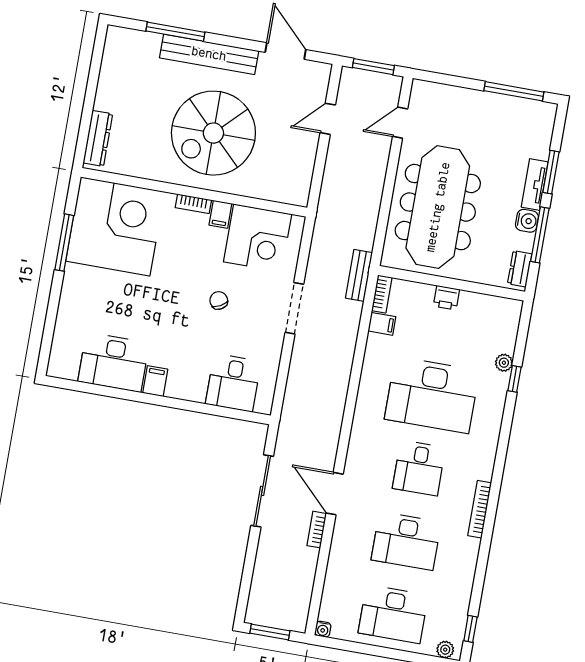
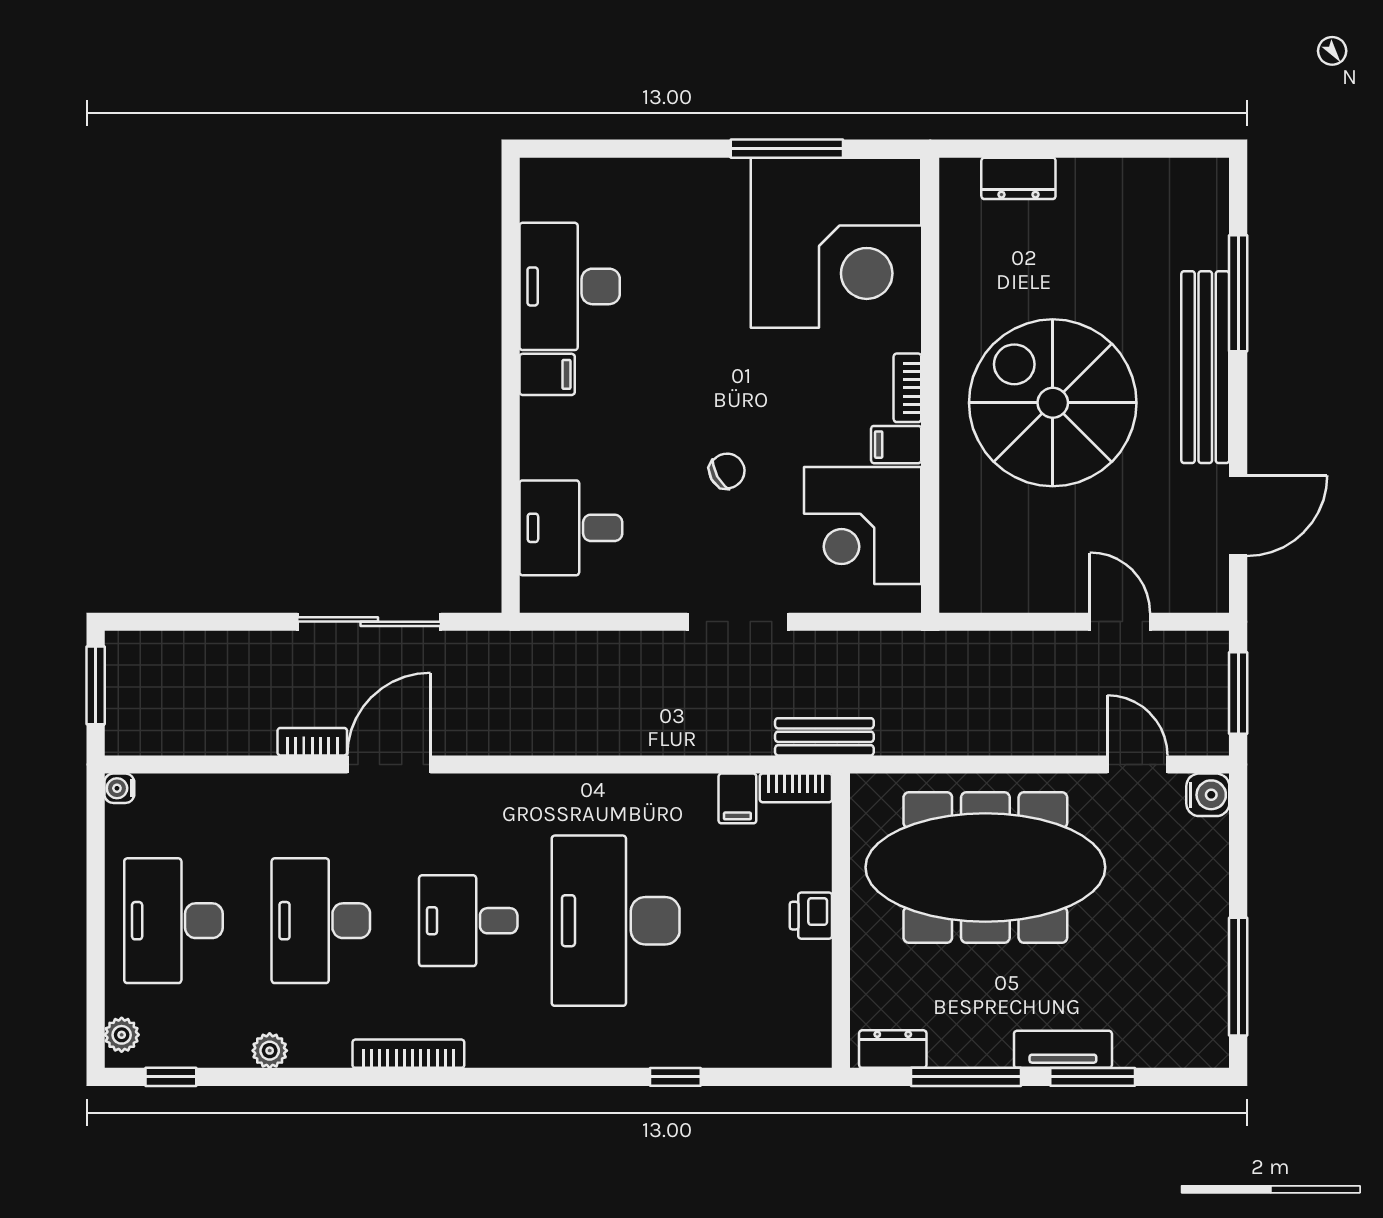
dresser: (98, 138) -> (1018, 178), width x0.70
water cooler: (527, 221) -> (1208, 795), moved, turned -90
plant: (504, 363) -> (270, 1051), moved

